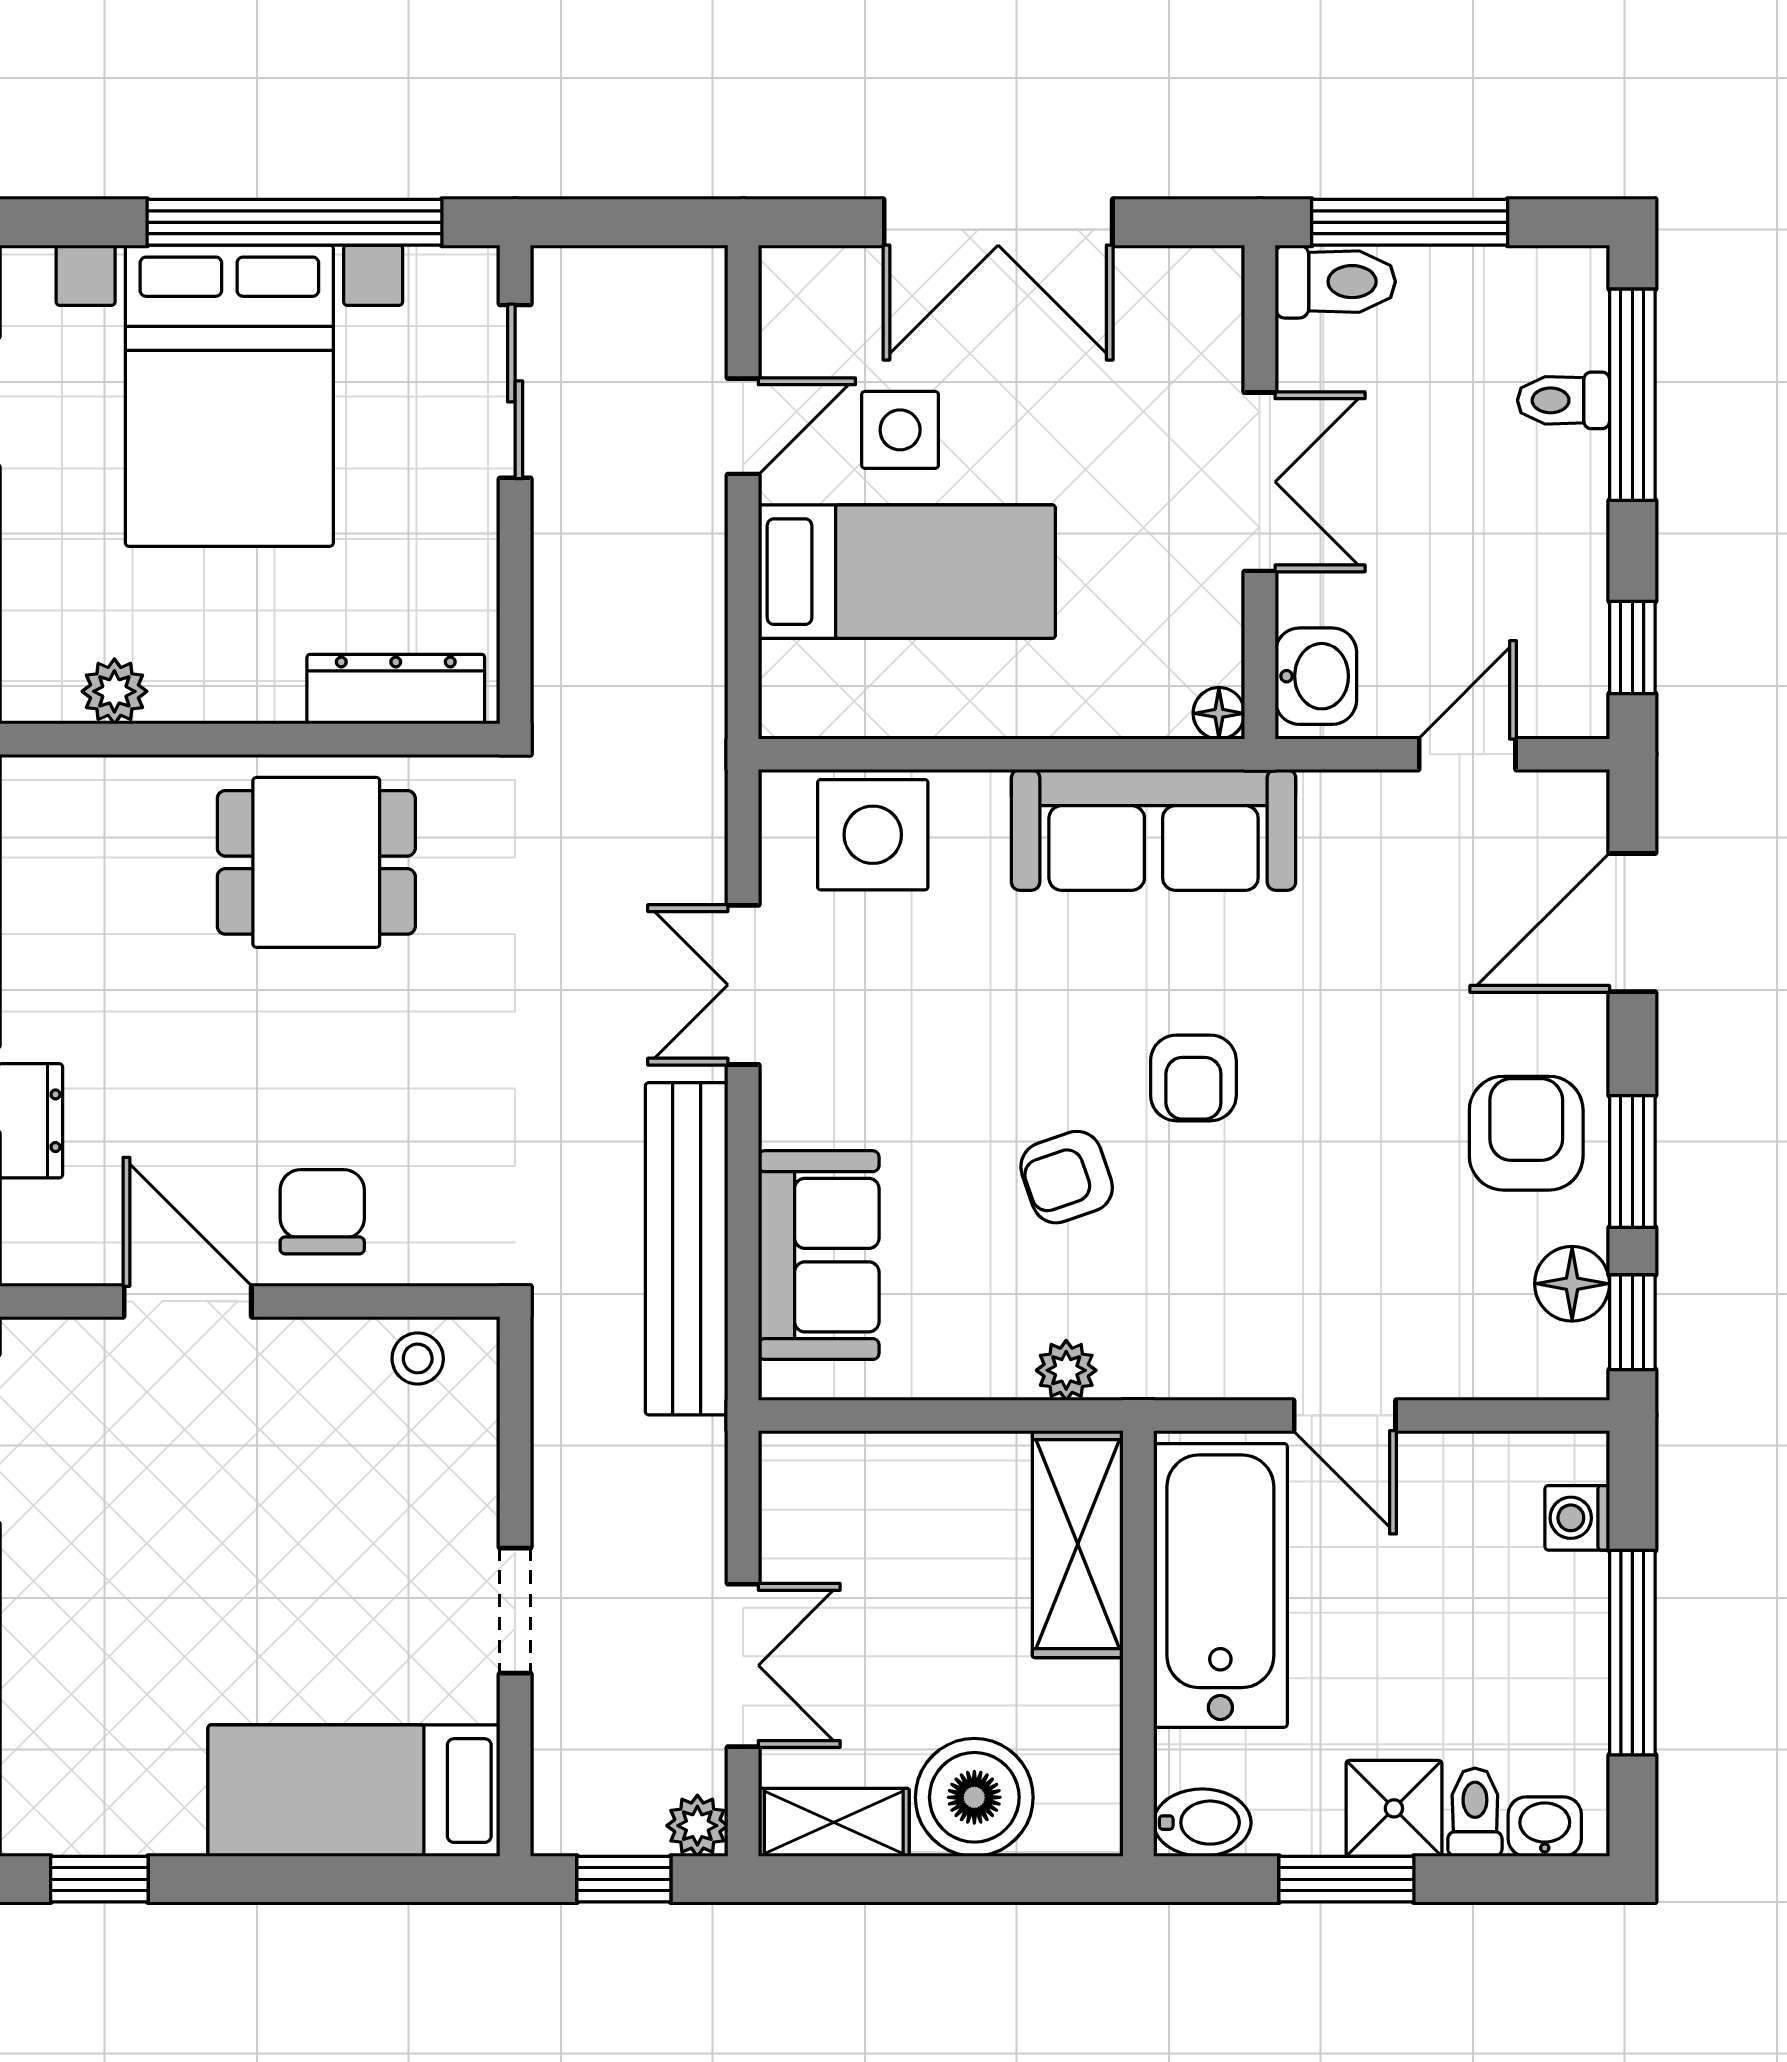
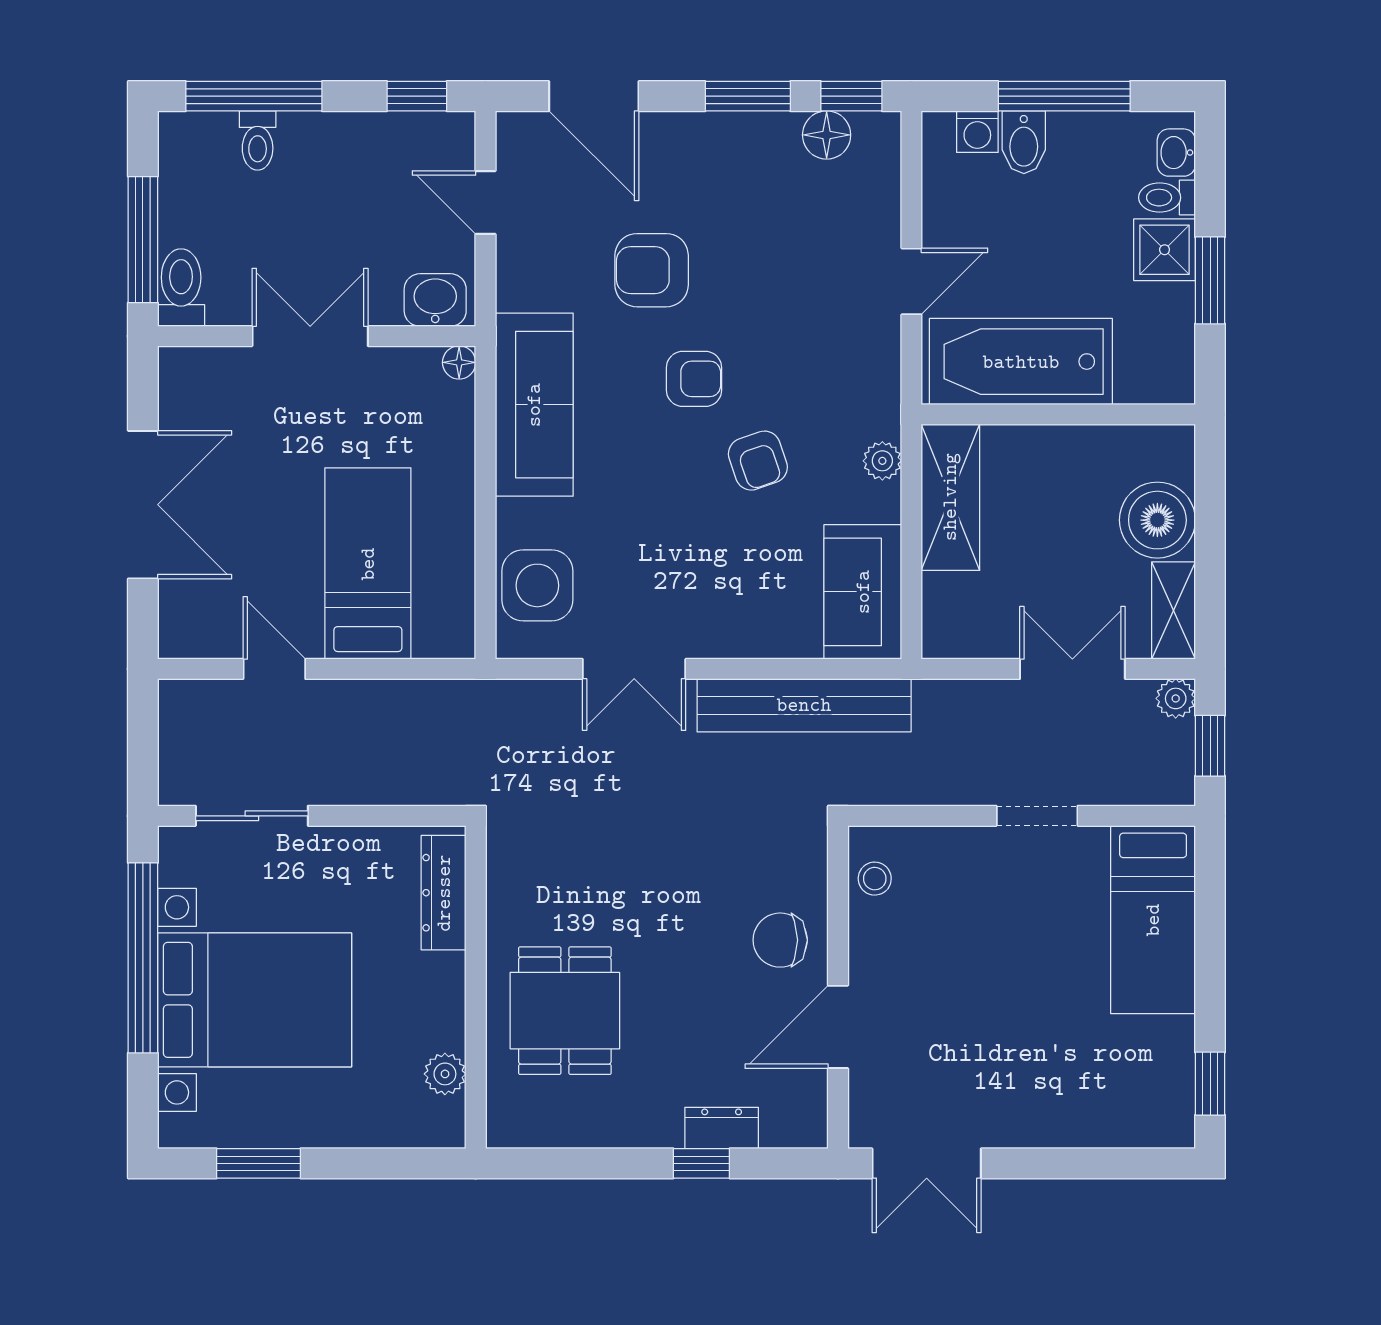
side table: (900, 430) -> (277, 568), removed
dining table: (316, 862) -> (565, 1011), moved
armchair: (1526, 1133) -> (652, 270), moved
sofa: (819, 1255) -> (863, 592), moved, turned -90
shelving: (1078, 1544) -> (950, 497), moved, turned 90
bidet: (1202, 1823) -> (1024, 142), moved, turned 180

